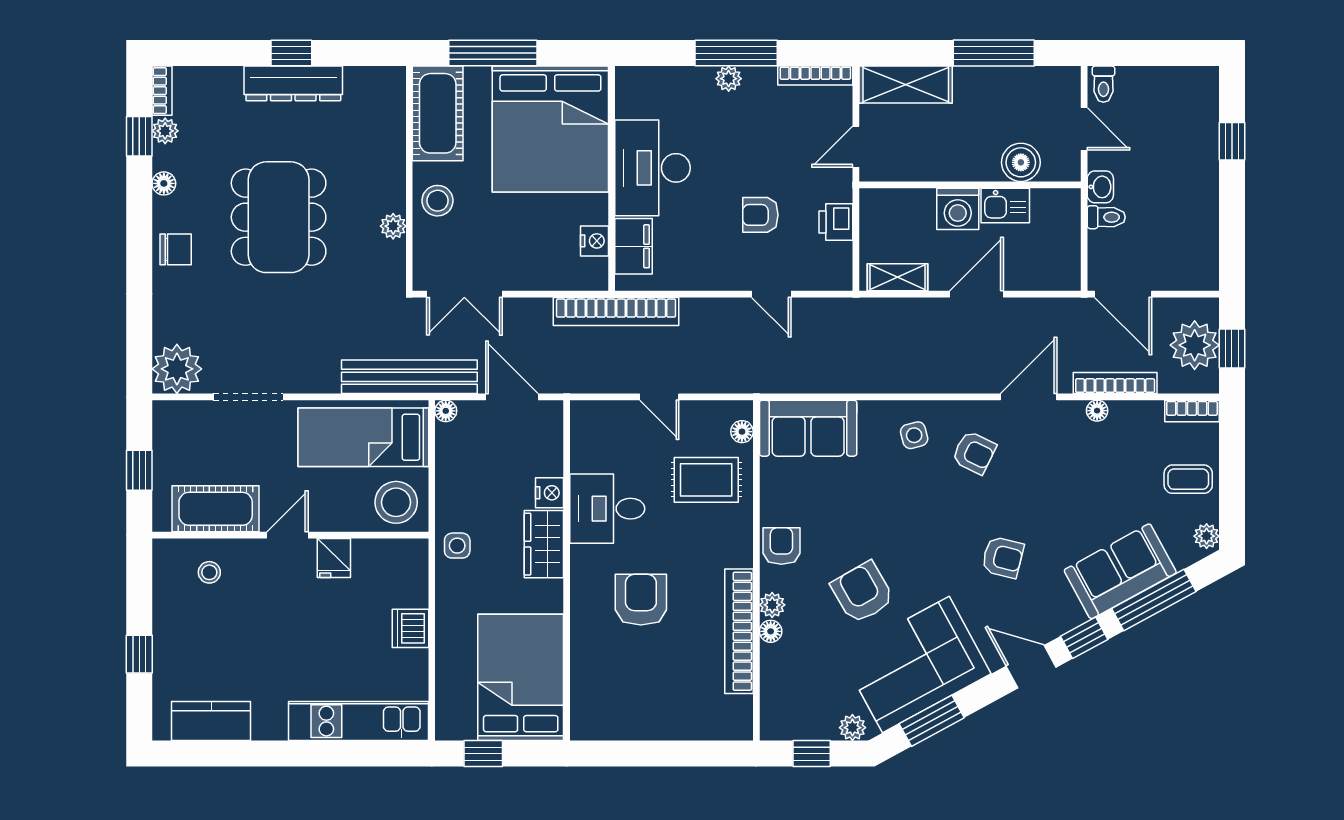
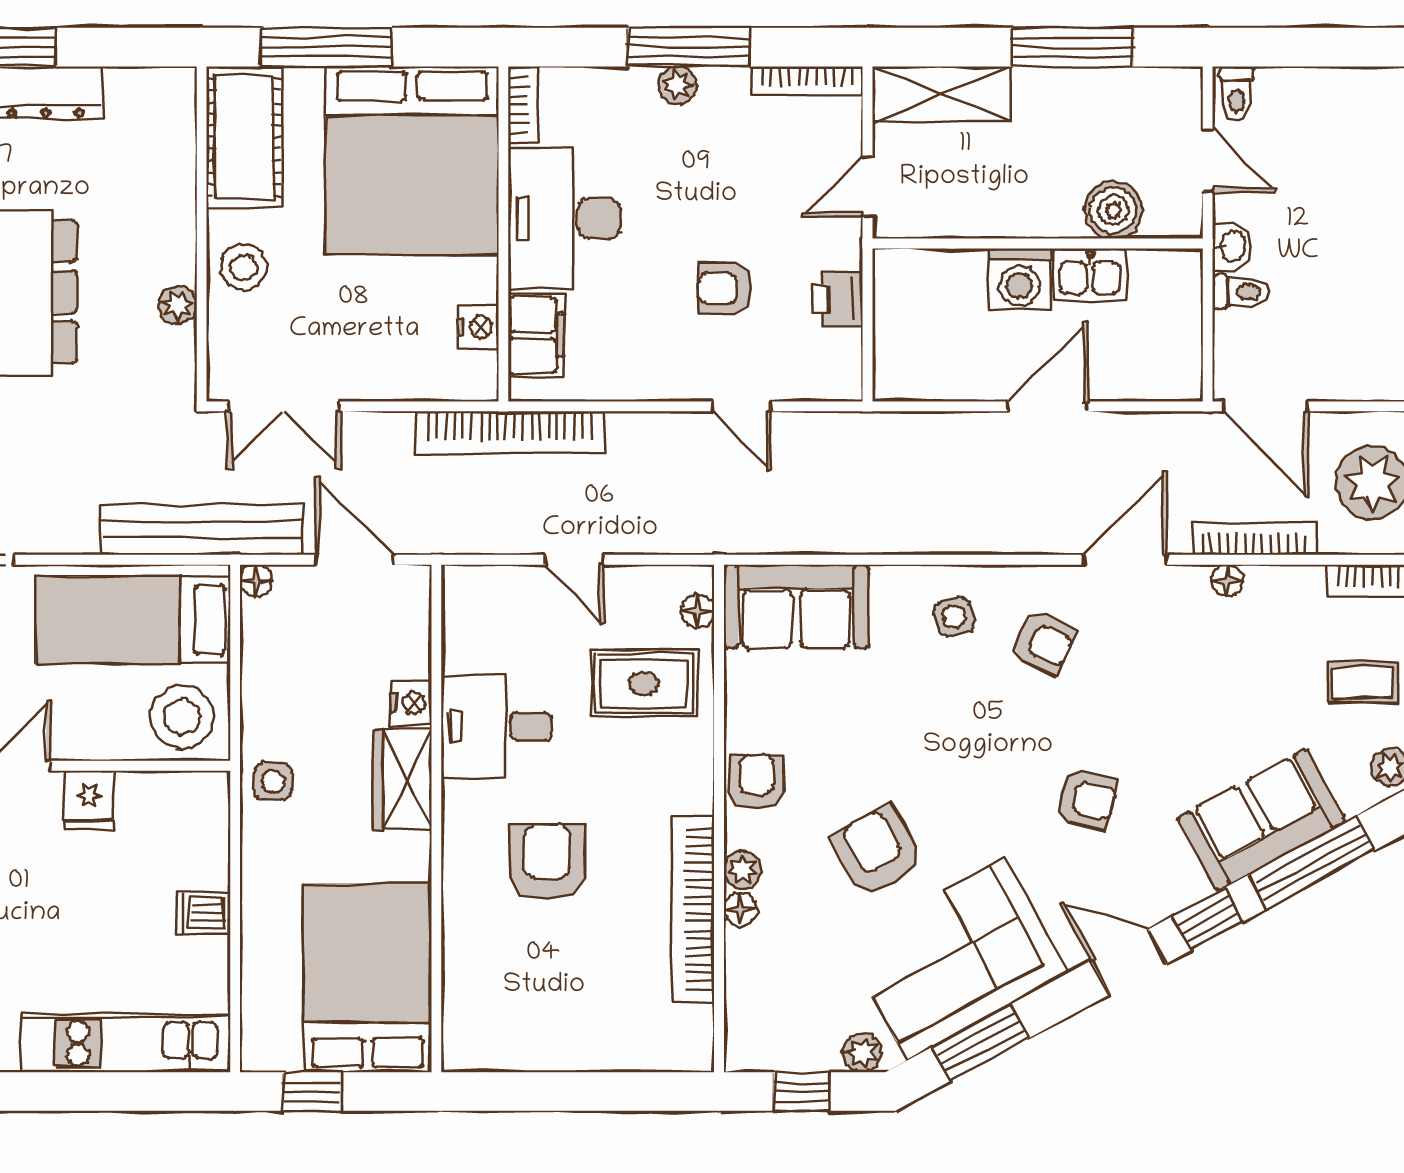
bookcase: (625, 92) -> (523, 105), added
shelving: (897, 277) -> (929, 381), removed
dishwasher: (410, 628) -> (203, 913), width x0.73

